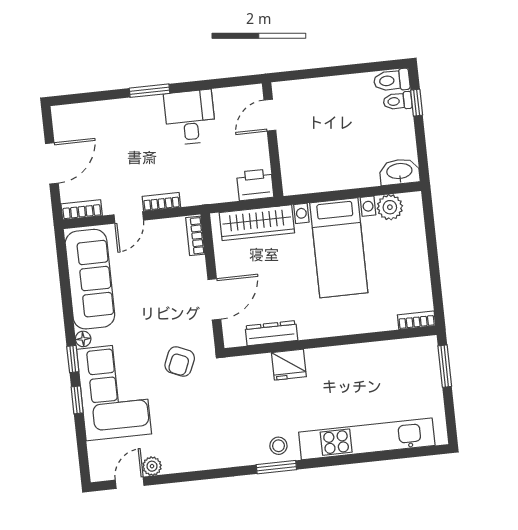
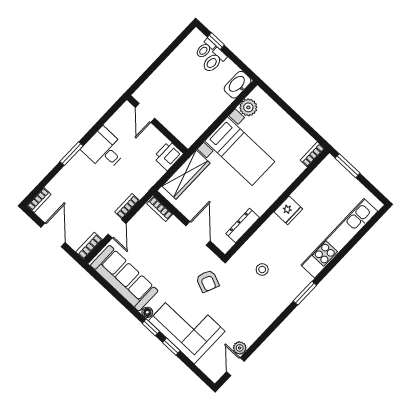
toilet: (392, 80) -> (214, 61), moved
bookcase: (69, 111) -> (39, 200), added
fridge: (289, 365) -> (288, 210), moved
stool: (278, 446) -> (262, 270), moved

